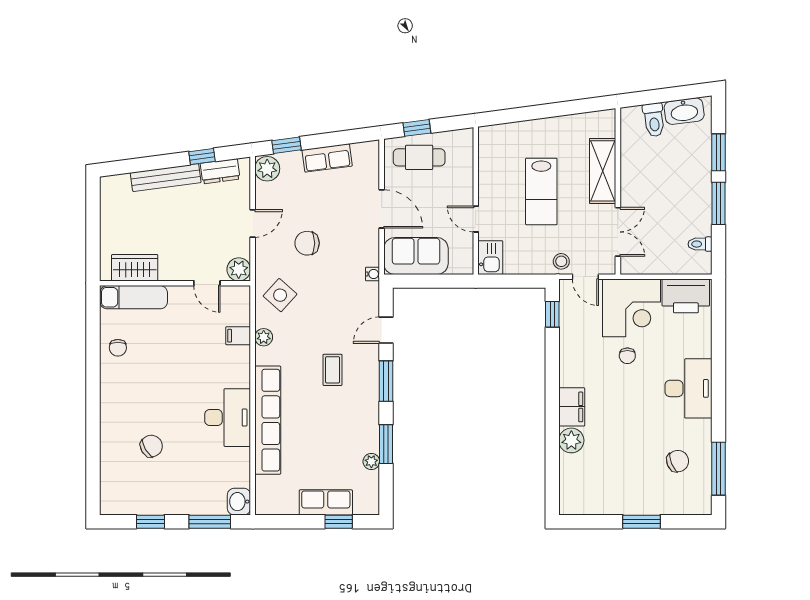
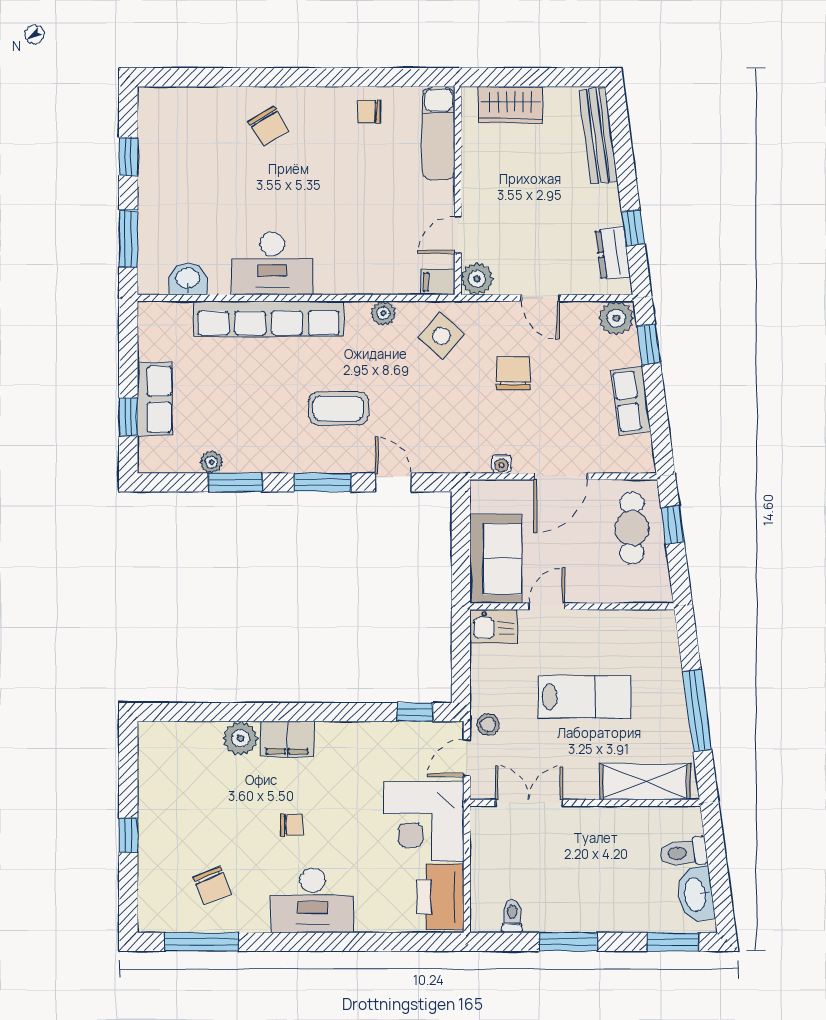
window: (551, 110) -> (697, 711), added
window: (719, 152) -> (673, 942), moved
shelving: (603, 171) -> (645, 782), moved
bench: (166, 178) -> (598, 136), moved
lab bench: (541, 191) -> (585, 697), turned 180
double door: (618, 232) -> (529, 803), swing flipped
sofa: (416, 256) -> (496, 559), moved
wardrobe: (135, 268) -> (511, 105), moved, turned 90
water cooler: (373, 274) -> (502, 464), moved
filing cabinet: (238, 336) -> (438, 282), moved, turned -90
chair: (627, 356) -> (292, 825), moved, turned 180
coffee table: (333, 370) -> (338, 408), width x1.36, depth x1.30
chair: (151, 446) -> (268, 126), moved
washbasin: (239, 502) -> (188, 279), moved
window: (641, 522) -> (128, 835), width x0.67

